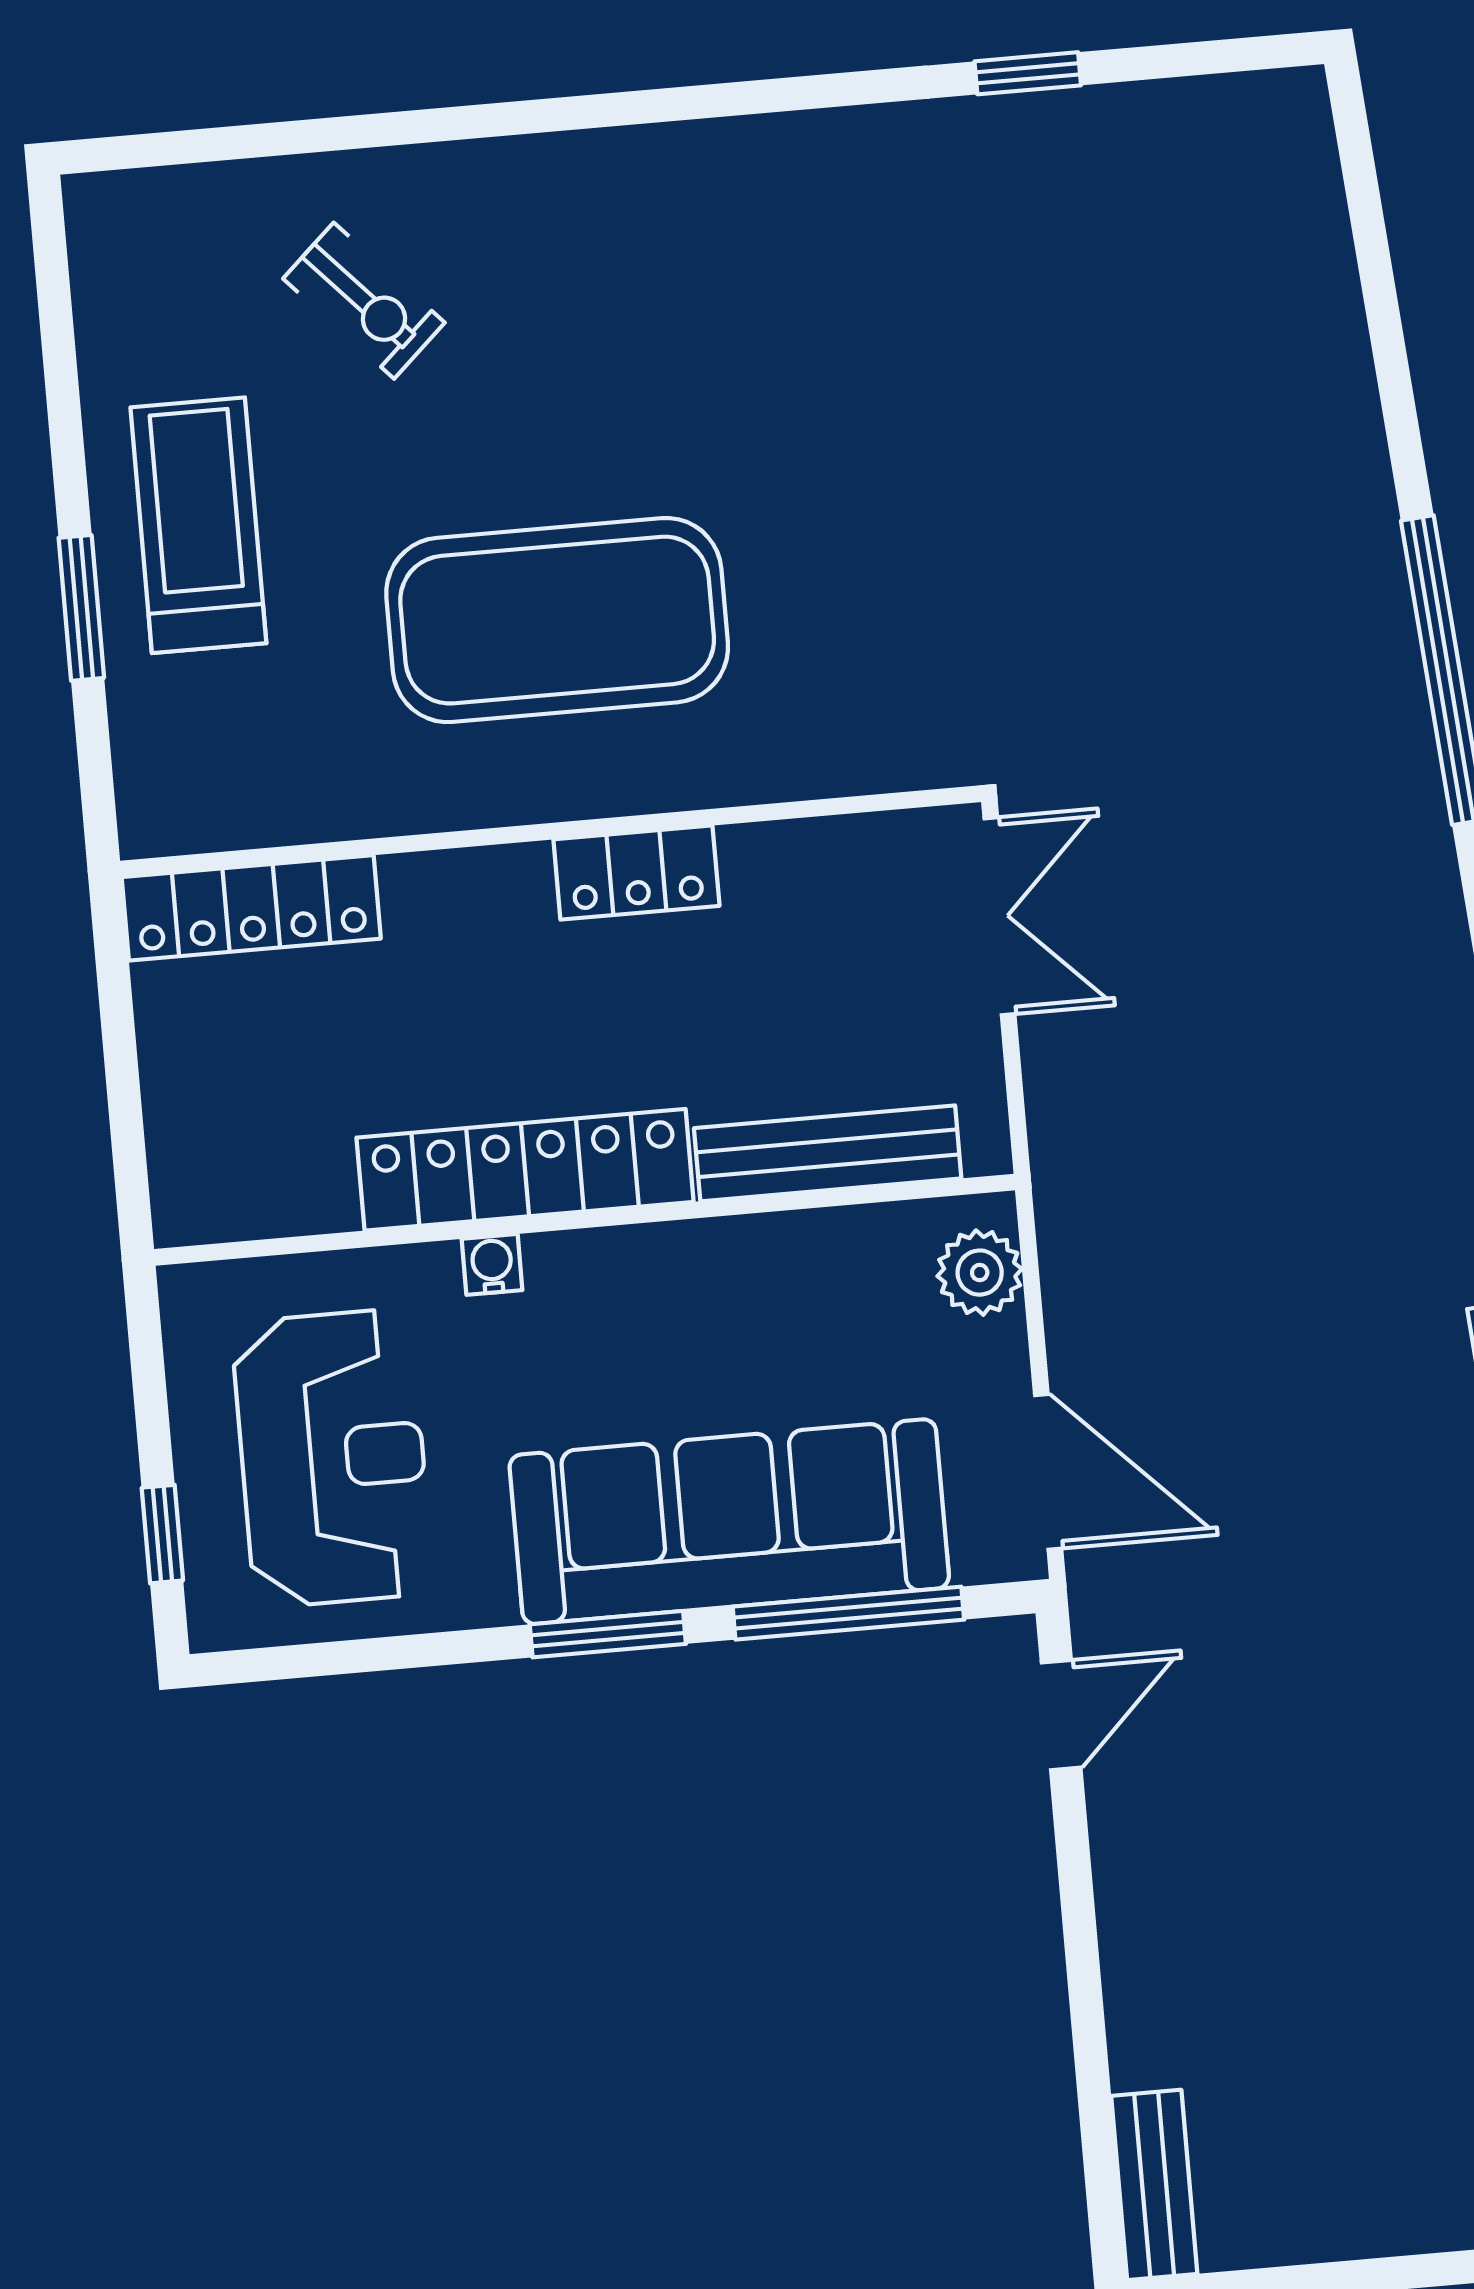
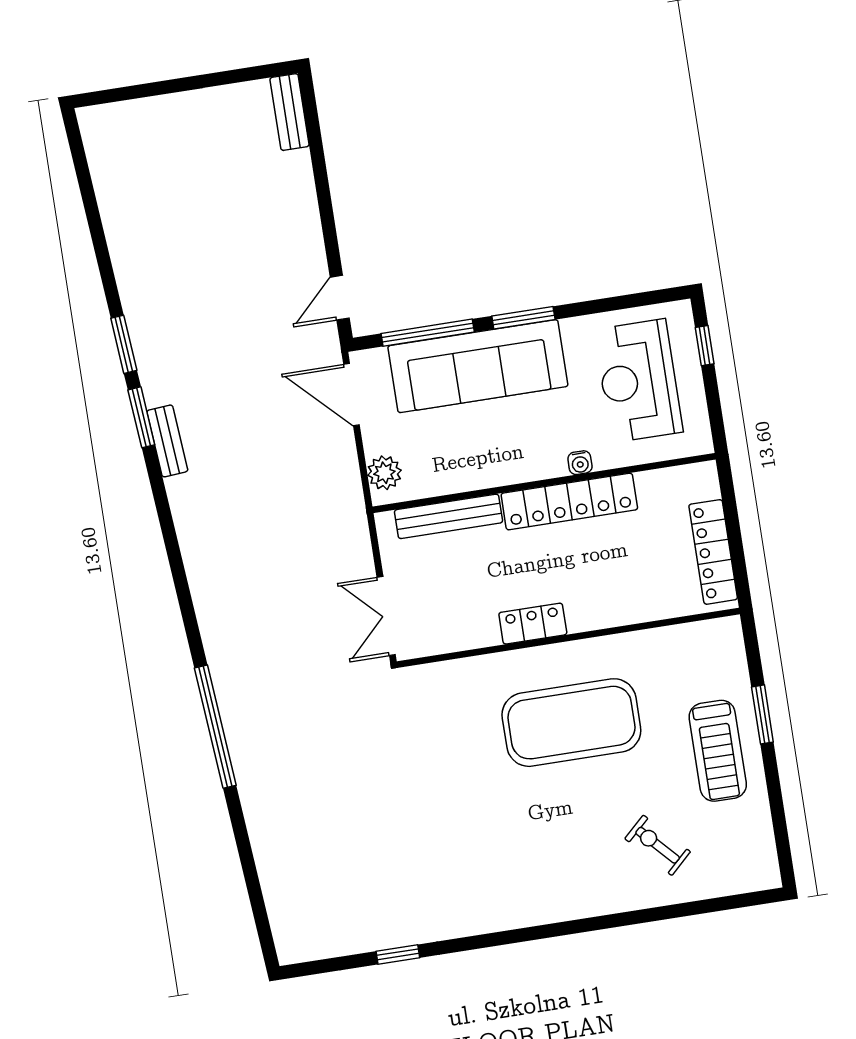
locker: (251, 908) -> (713, 552), moved, turned -90

